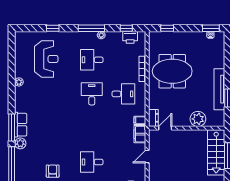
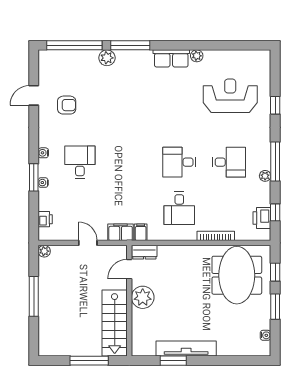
window: (211, 28) -> (275, 307), moved
reception desk: (46, 59) -> (230, 96), turned 180
desk: (92, 60) -> (229, 162), turned 90
meeting table: (172, 71) -> (237, 275), moved
desk: (92, 94) -> (179, 162), turned 180
plant: (198, 119) -> (143, 297), moved
row of seats: (21, 125) -> (171, 58), moved
door: (165, 128) -> (129, 269), swing flipped
stairs: (216, 152) -> (115, 323), moved, turned -90

